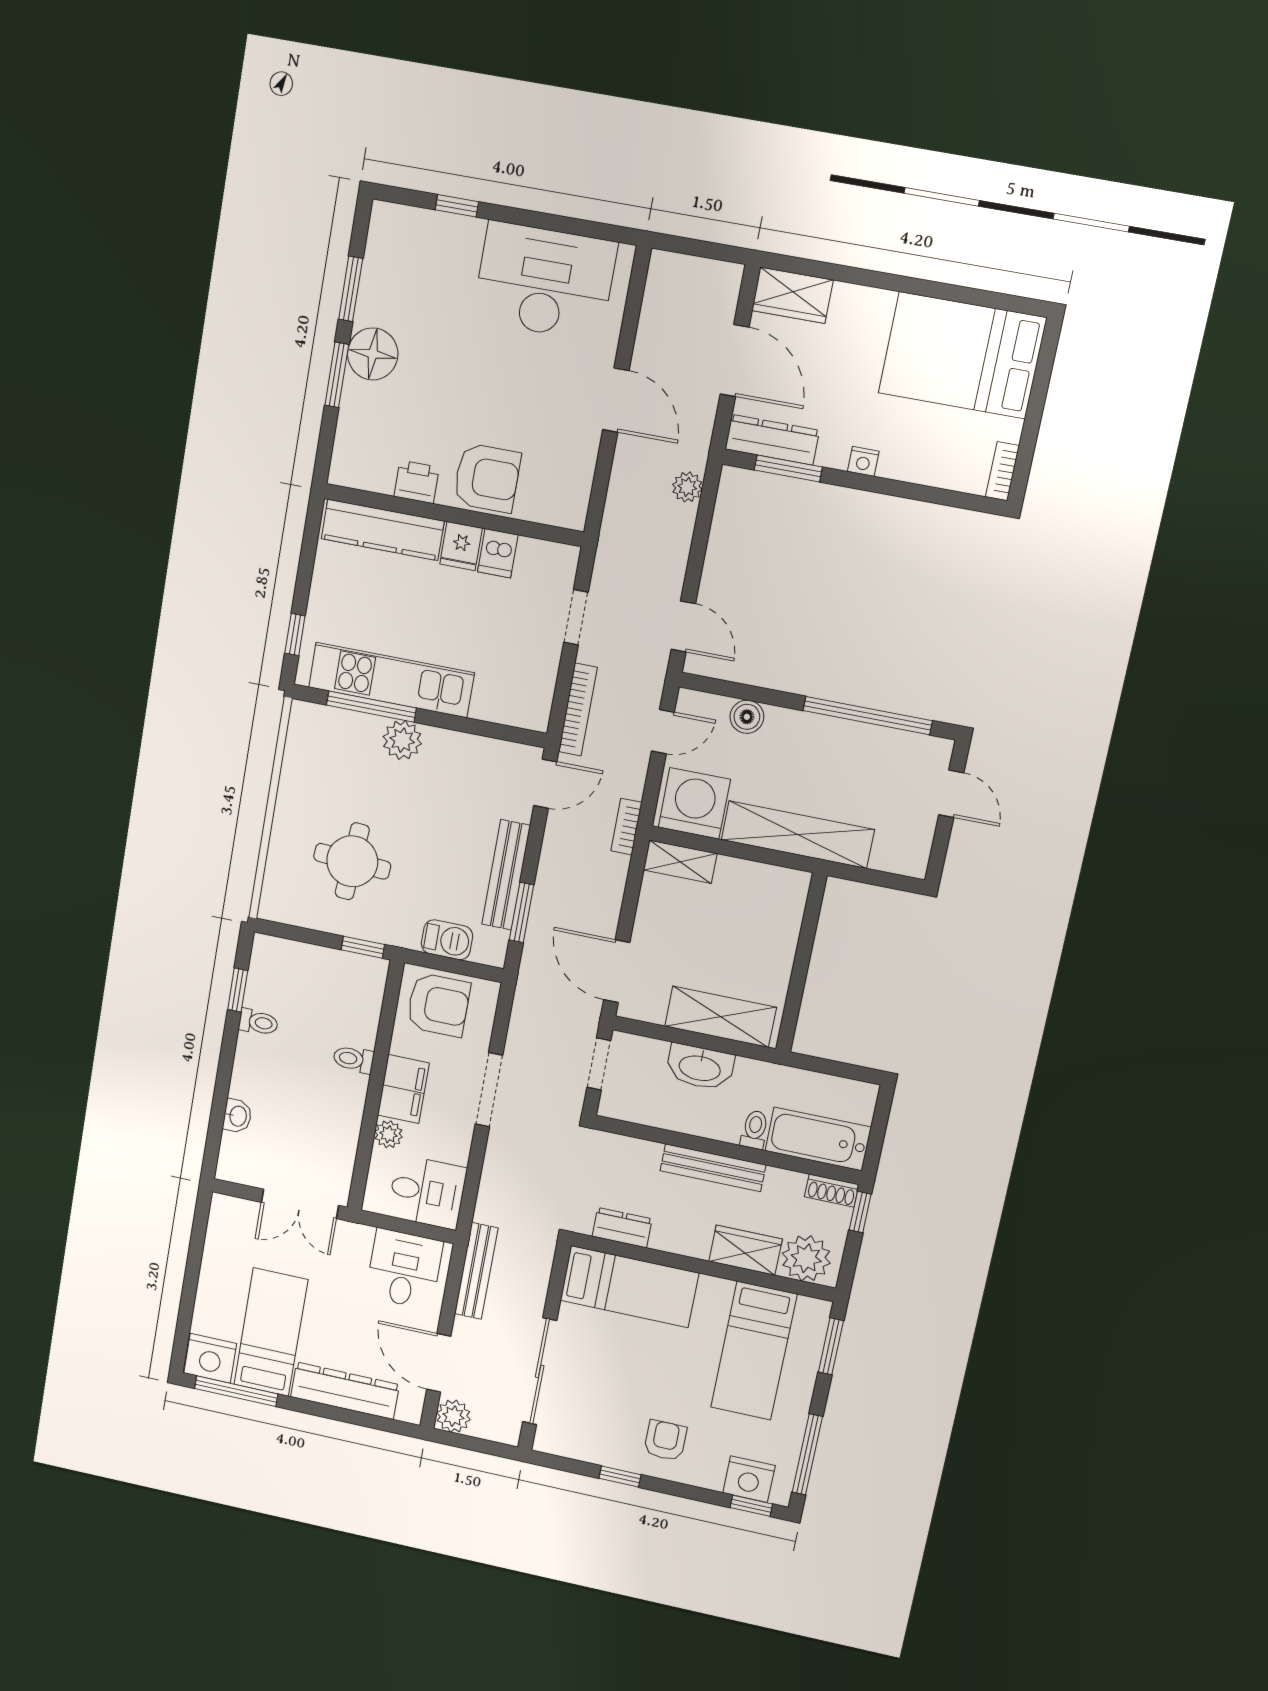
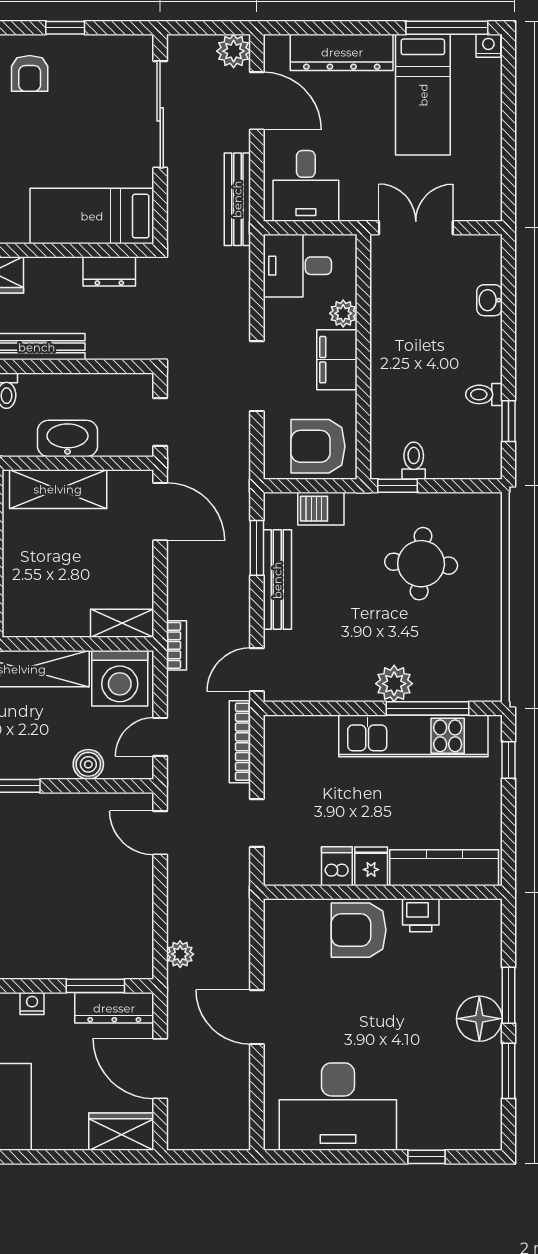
toilet: (353, 1059) -> (414, 461), moved, turned -90
nightstand: (210, 1358) -> (488, 46), width x0.53, depth x0.56

